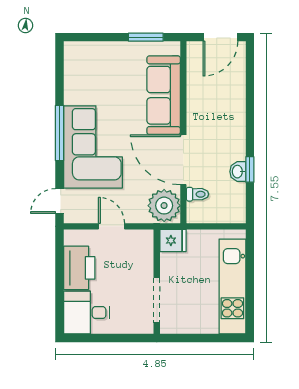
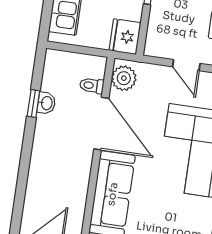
plant: (164, 206) -> (124, 78), width x0.73, depth x0.73
fridge: (173, 241) -> (125, 37), width x1.38

